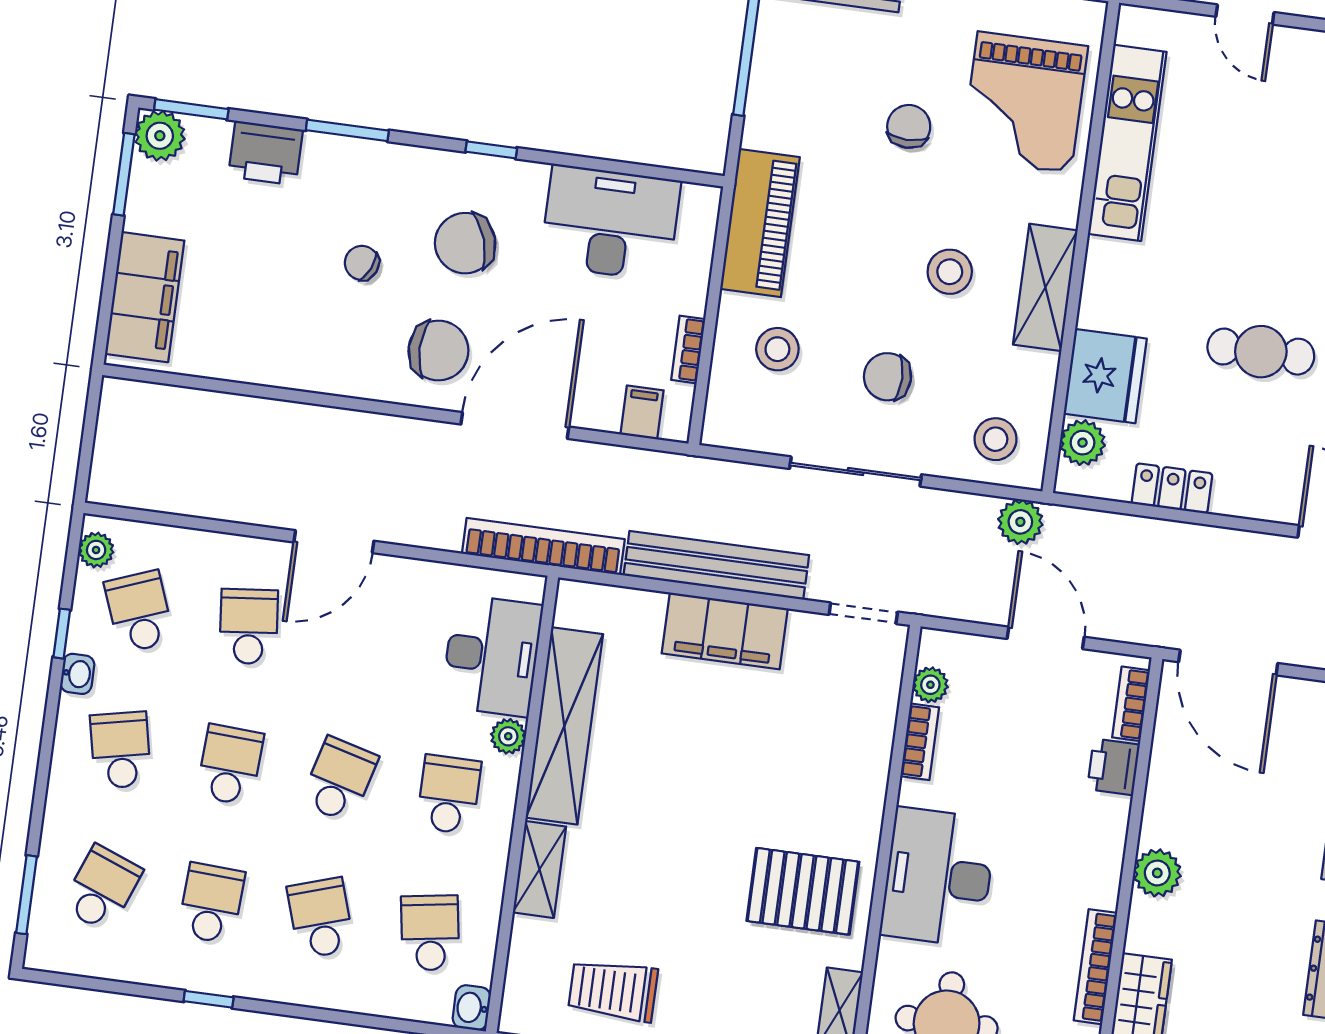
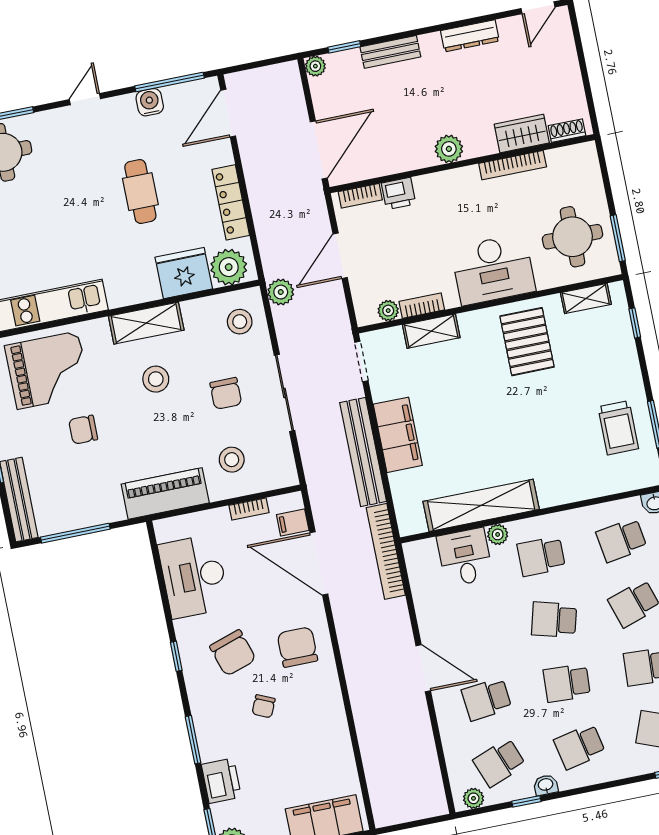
door: (515, 425) -> (319, 563), moved
plant: (1082, 443) -> (229, 267), width x1.36, depth x1.36
locker: (1172, 488) -> (231, 202), width x1.53
desk: (492, 656) -> (465, 557), width x0.73
shelving: (539, 870) -> (431, 331), moved

